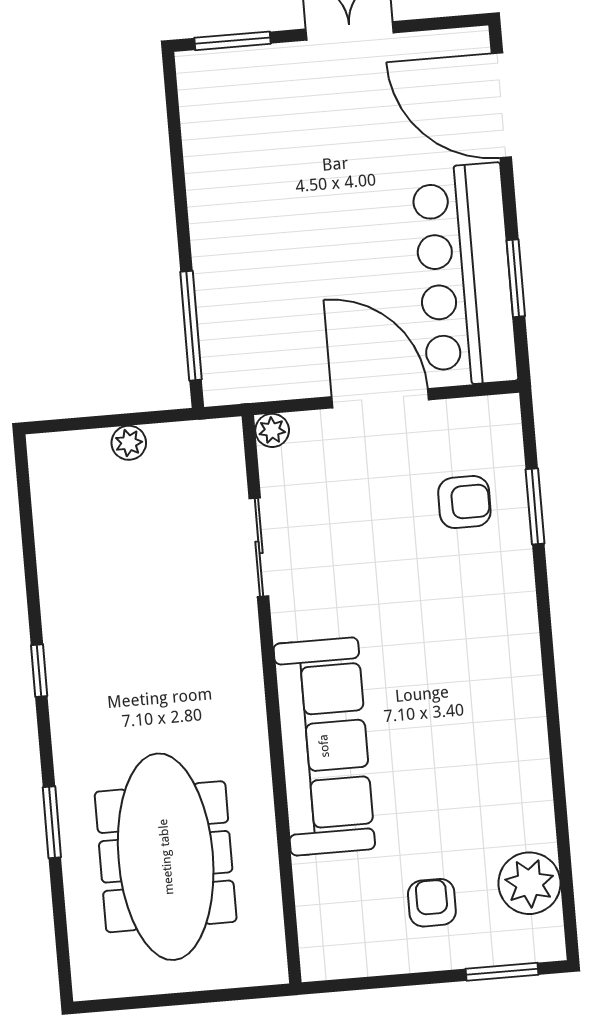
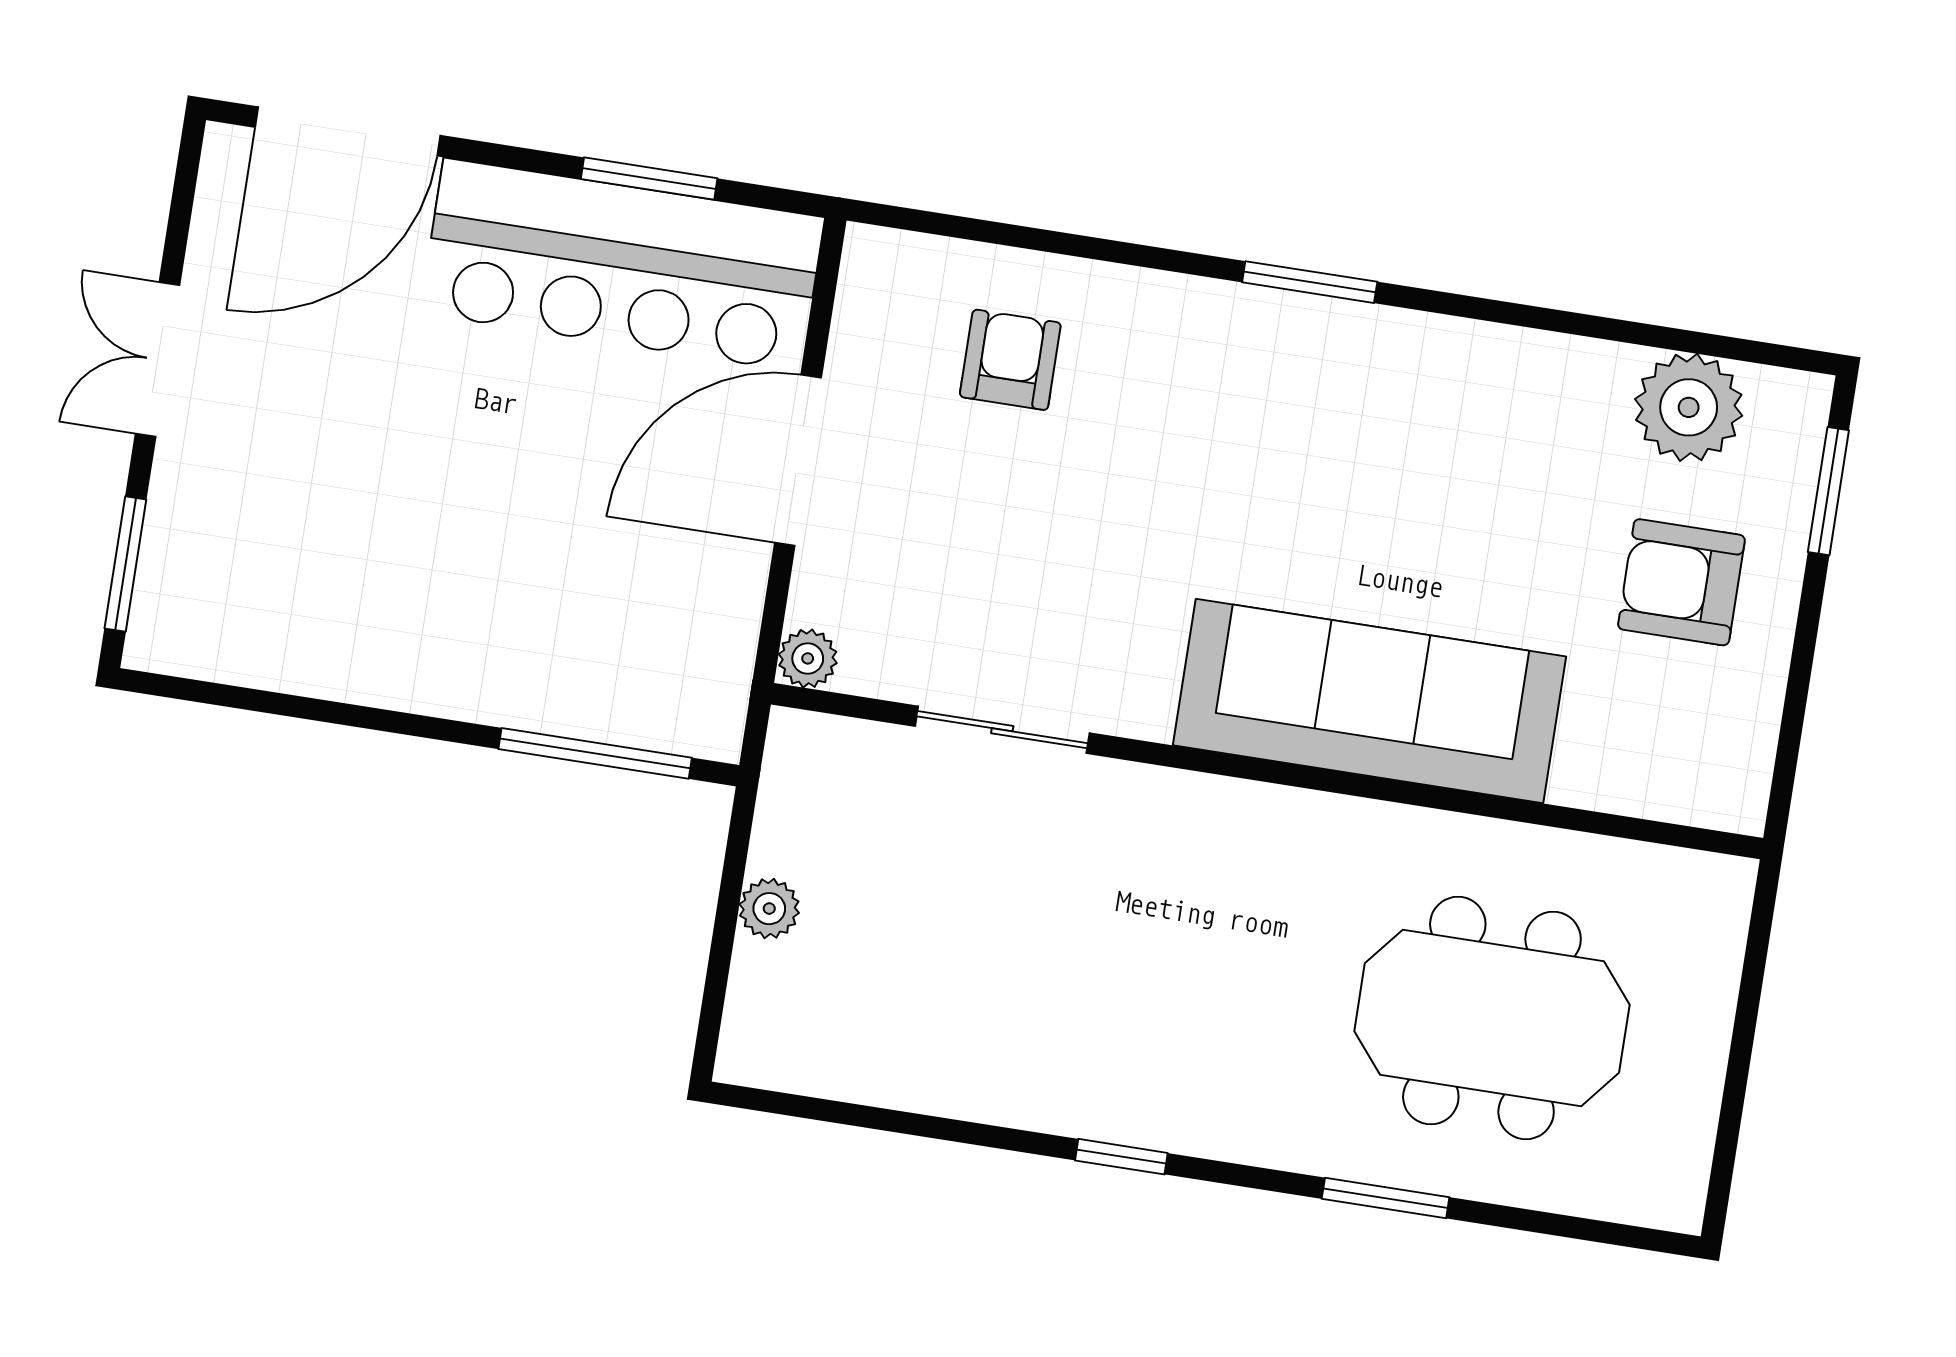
window: (535, 506) -> (1310, 282), moved
meeting table: (166, 857) -> (1492, 1018), width x0.73
armchair: (432, 903) -> (1681, 582), width x1.38, depth x1.38

